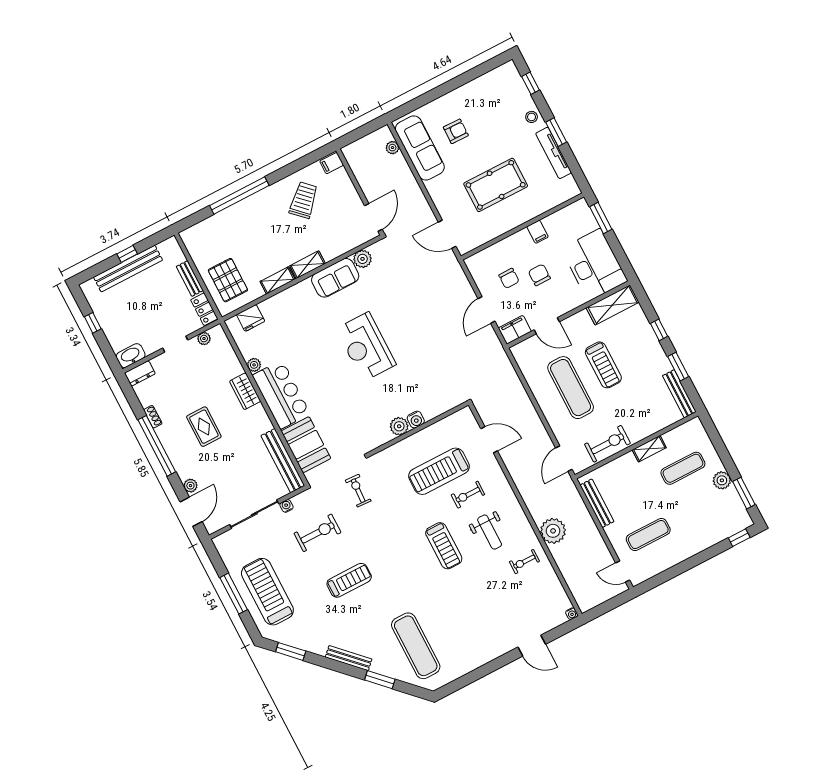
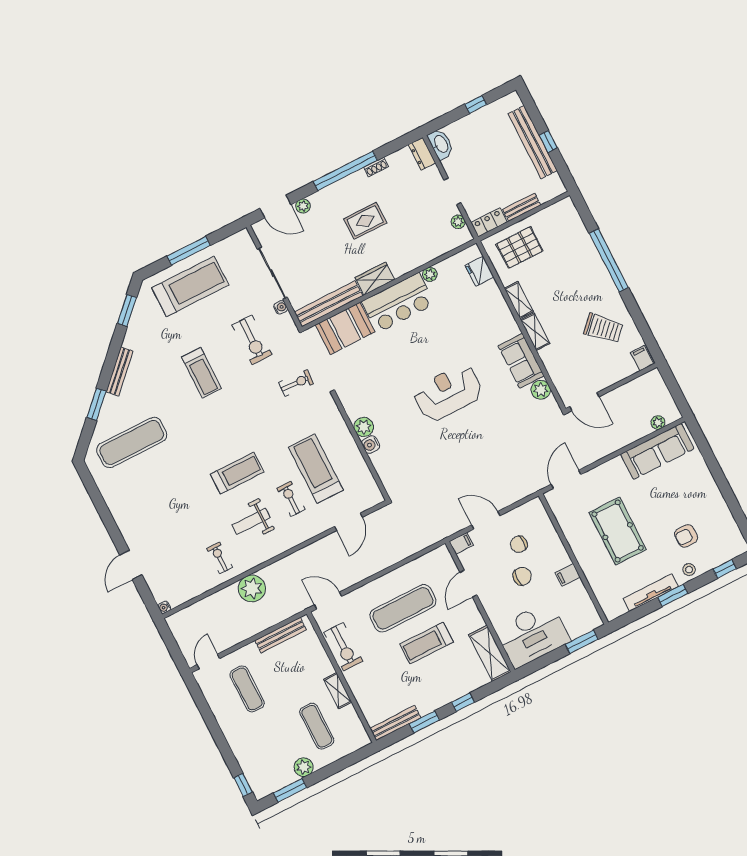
armchair: (456, 131) -> (686, 536), moved, turned 89
filing cabinet: (515, 330) -> (461, 543), width x0.50
wardrobe: (245, 391) -> (375, 279), moved
treadmill: (444, 546) -> (237, 473), turned 180

